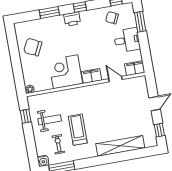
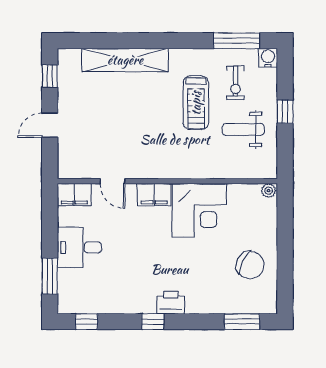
window: (49, 13) -> (242, 322), moved
chair: (112, 18) -> (99, 292), removed
window: (26, 116) -> (285, 112), moved

